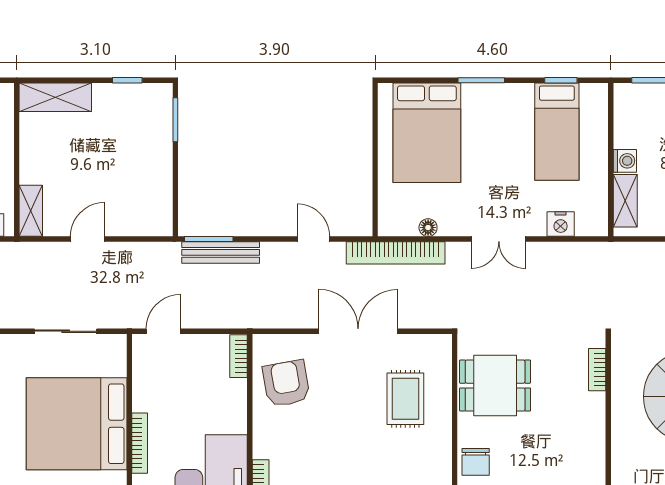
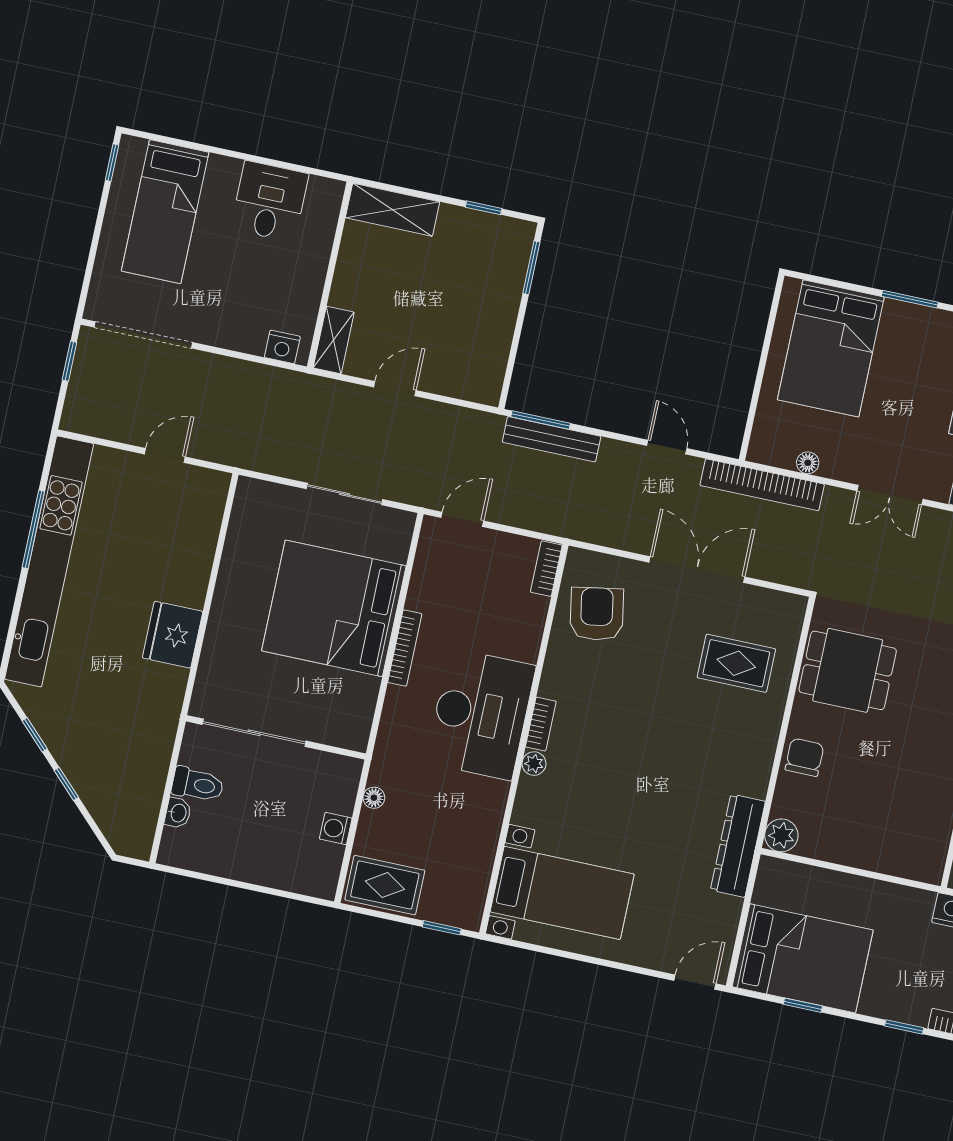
rug: (405, 399) -> (736, 663), turned 90
chair: (476, 462) -> (805, 757), turned 180

